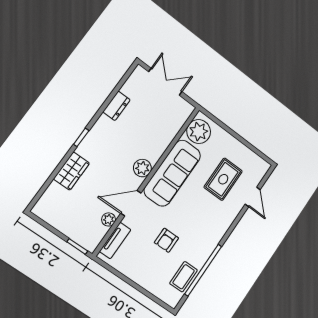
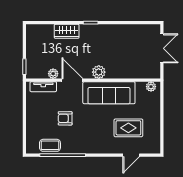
dresser: (117, 106) -> (125, 30), removed
plant: (199, 132) -> (151, 87), width x0.53, depth x0.53

